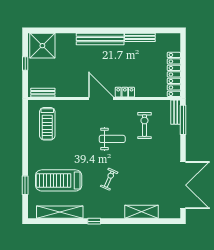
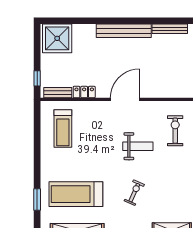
window: (25, 64) -> (37, 78), moved
locker: (125, 92) -> (84, 92), moved
door: (101, 98) -> (125, 99), hinge flipped

